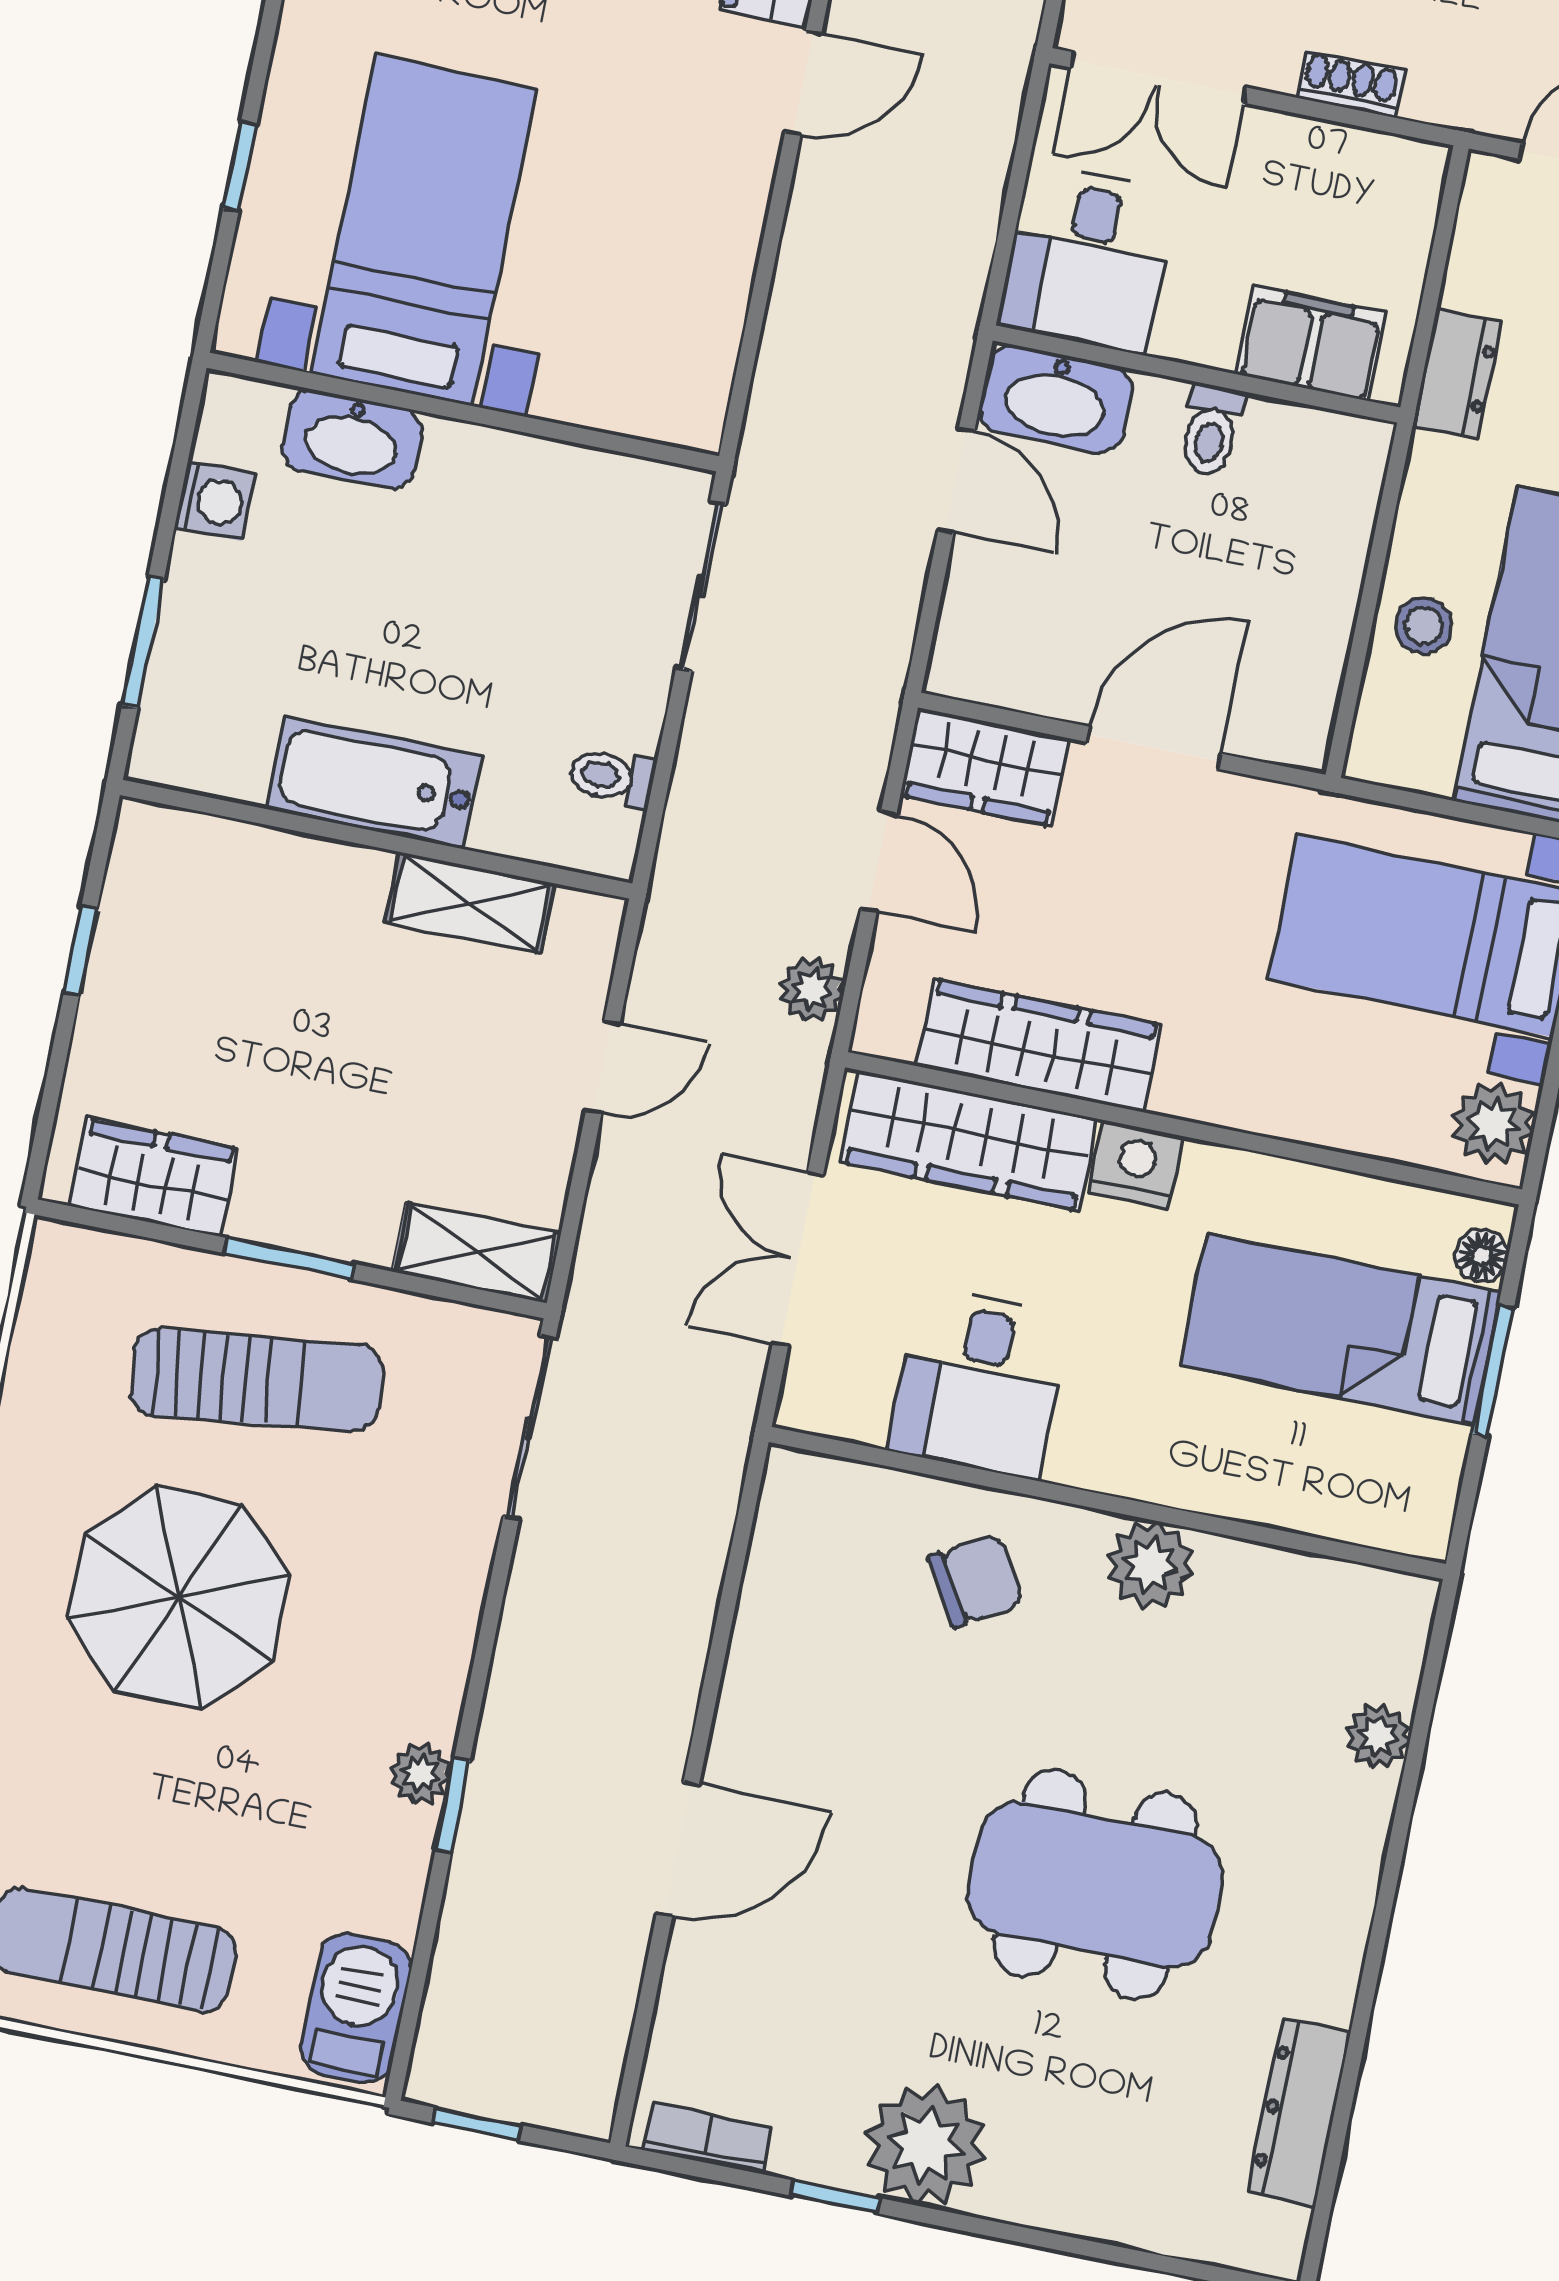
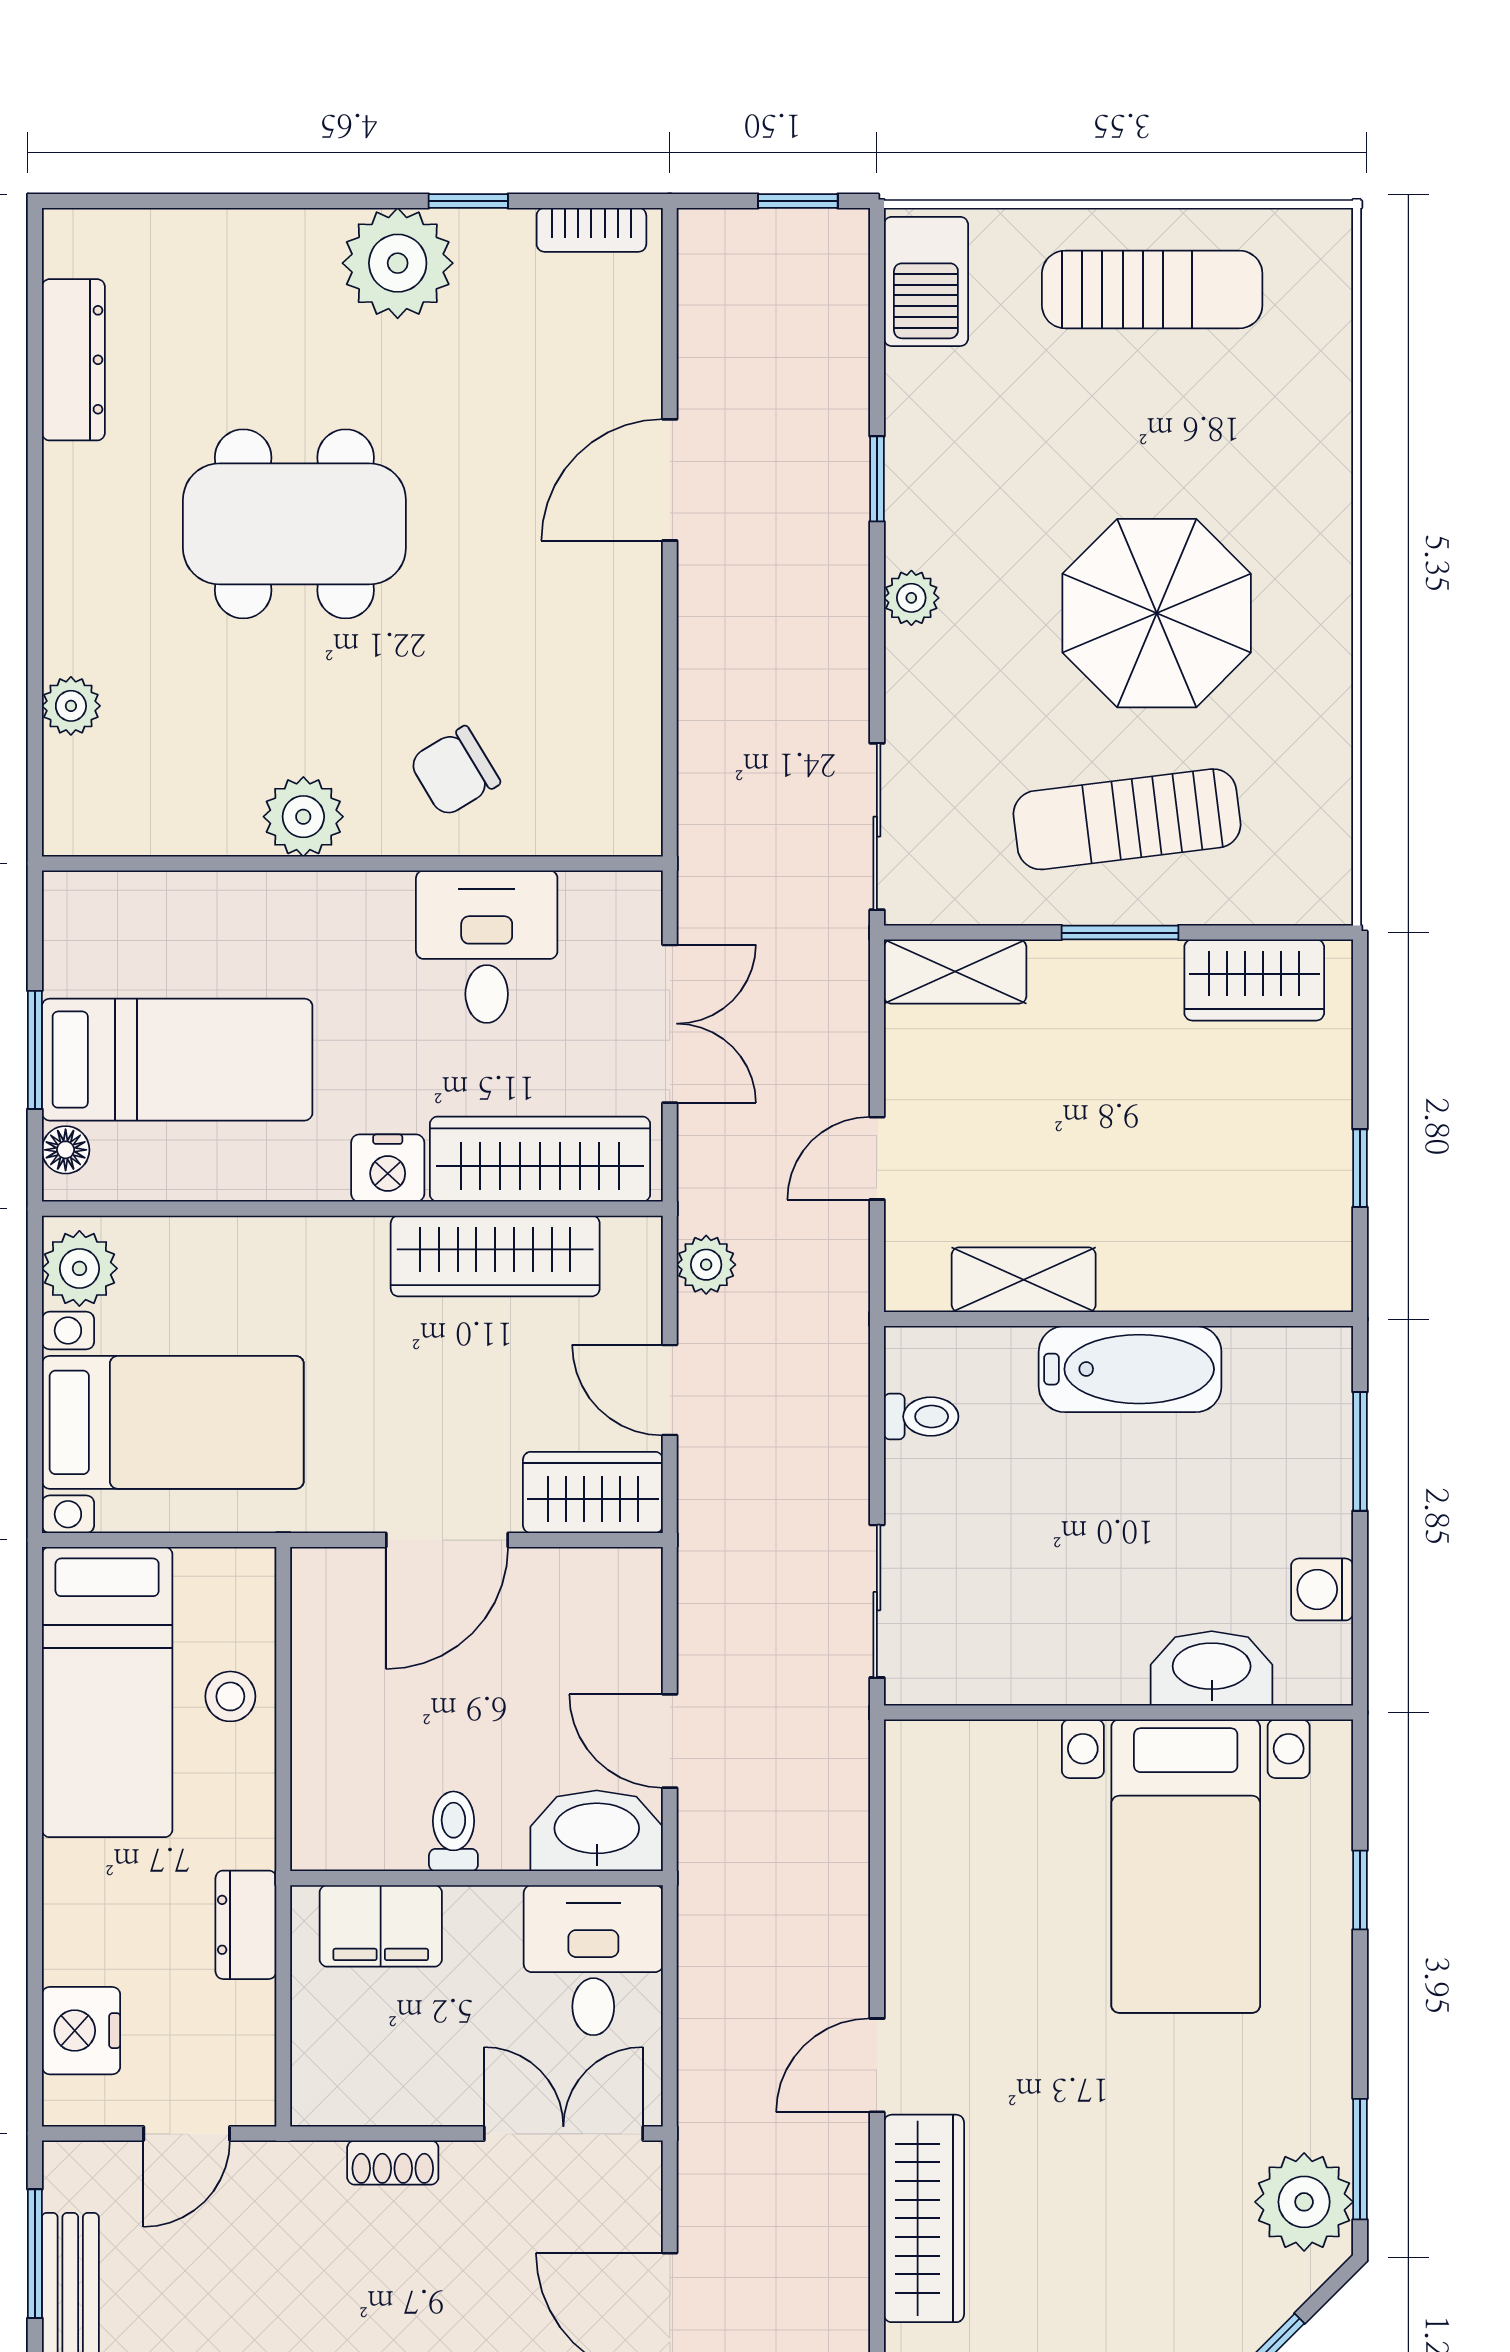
plant: (420, 1774) -> (911, 598), moved

